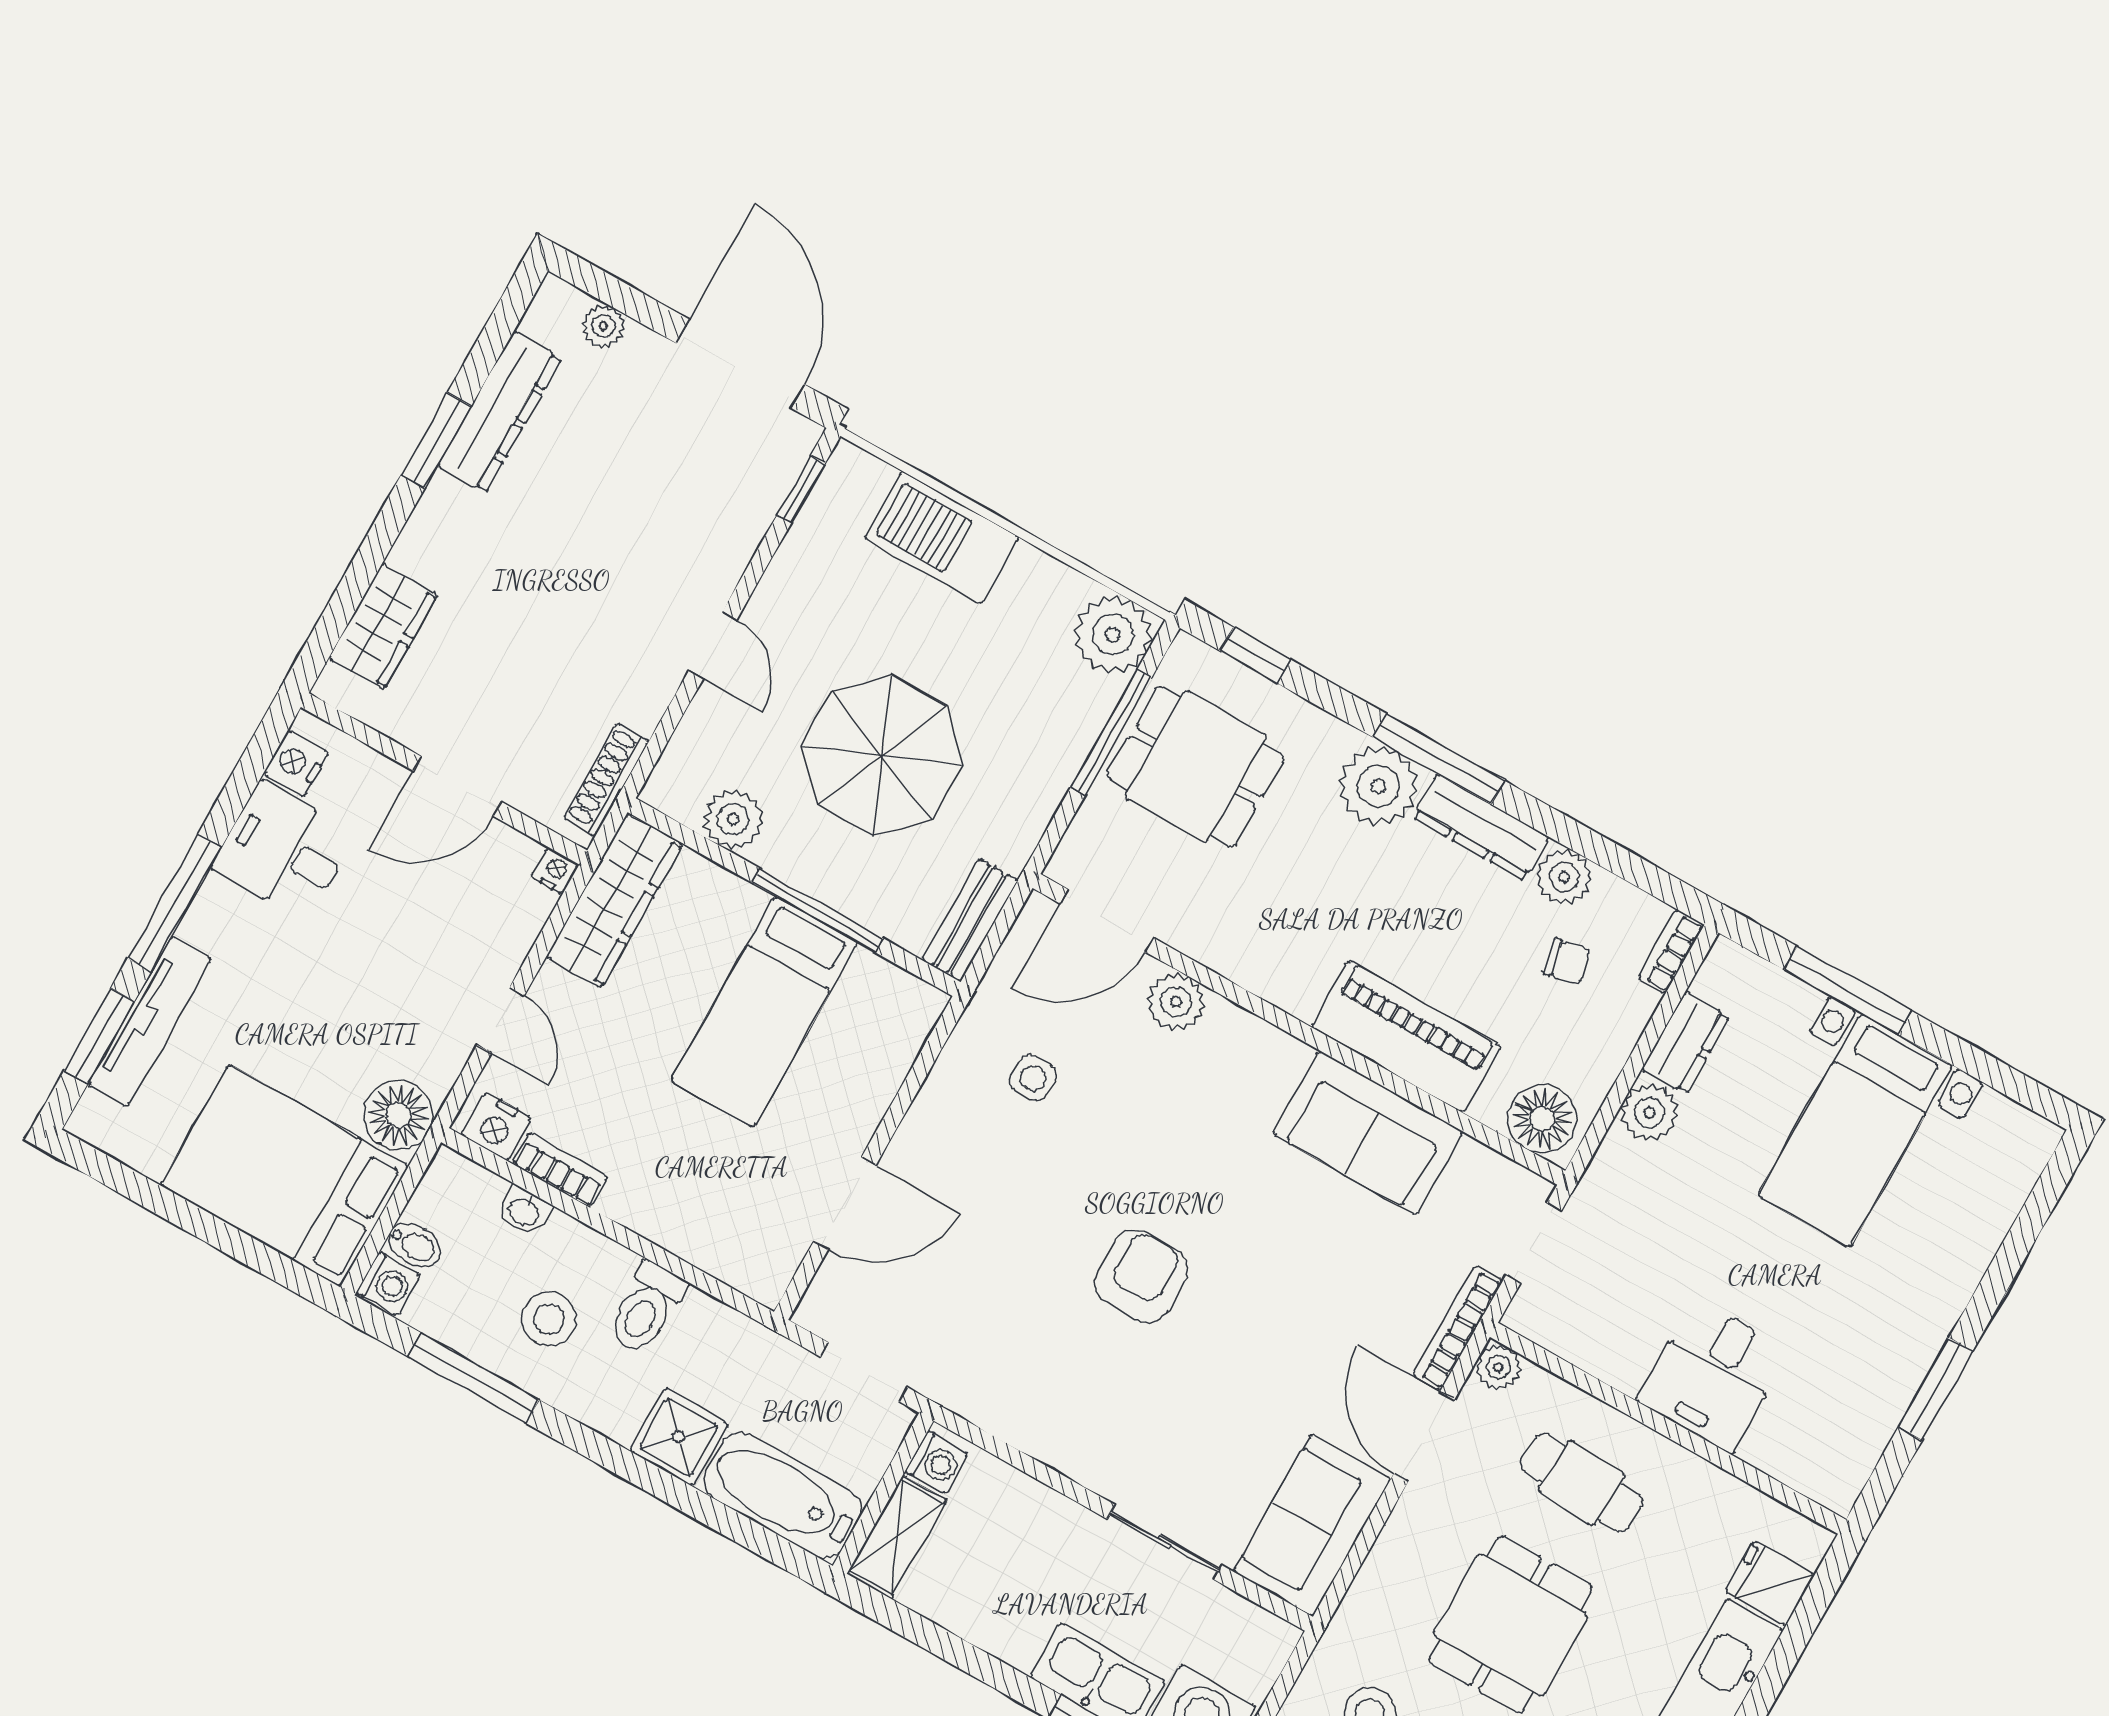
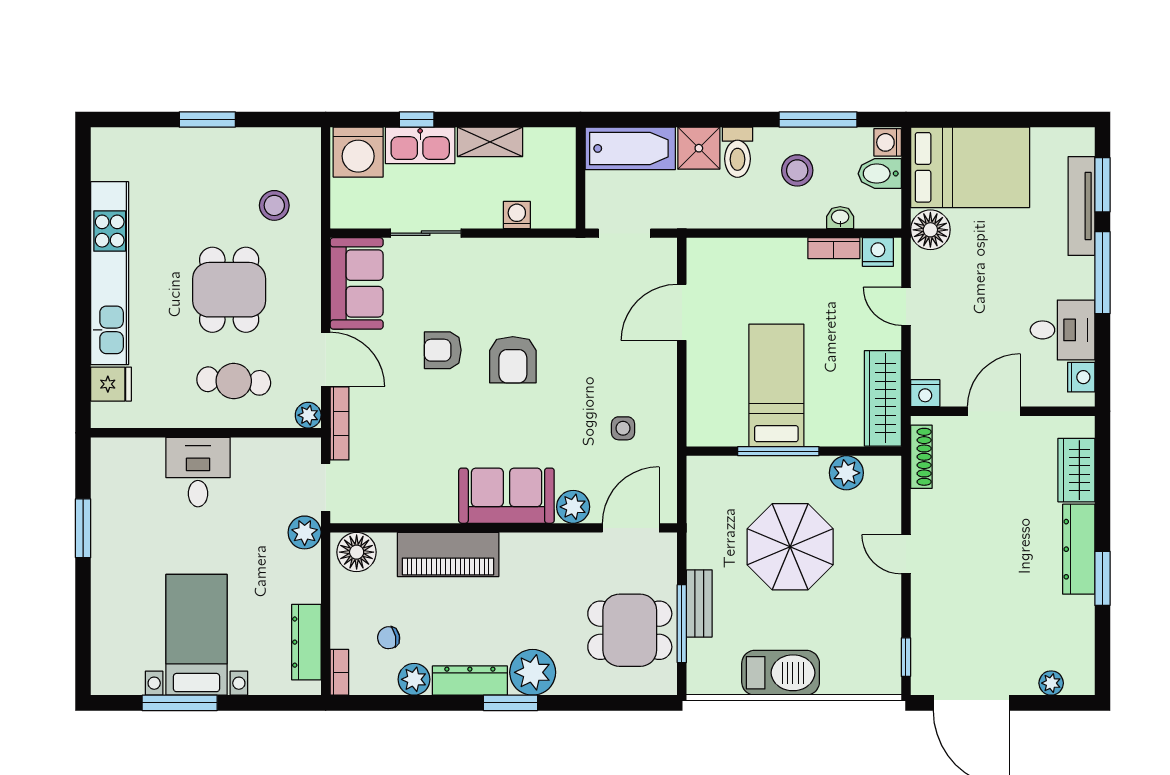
dresser: (500, 412) -> (1079, 549), moved
barbecue: (942, 538) -> (781, 673), moved
plant: (1113, 635) -> (709, 673), removed
window: (1256, 655) -> (631, 703), removed
window: (1438, 759) -> (511, 703), width x0.69
nightstand: (555, 871) -> (925, 393), width x1.39, depth x1.35
bench: (970, 920) -> (699, 603), moved
window: (1848, 990) -> (180, 703), moved
dresser: (1685, 1043) -> (306, 642), width x1.44
plant: (1649, 1113) -> (305, 532), moved
sofa: (1368, 1133) -> (506, 496), moved
bidet: (414, 1245) -> (880, 174), width x1.38, depth x1.36
toilet: (646, 1308) -> (737, 152), moved, turned 180
armchair: (1239, 1350) -> (443, 350), added
washing machine: (937, 1462) -> (517, 215), moved, turned 90
shelving: (897, 1537) -> (490, 142), moved, turned 90

